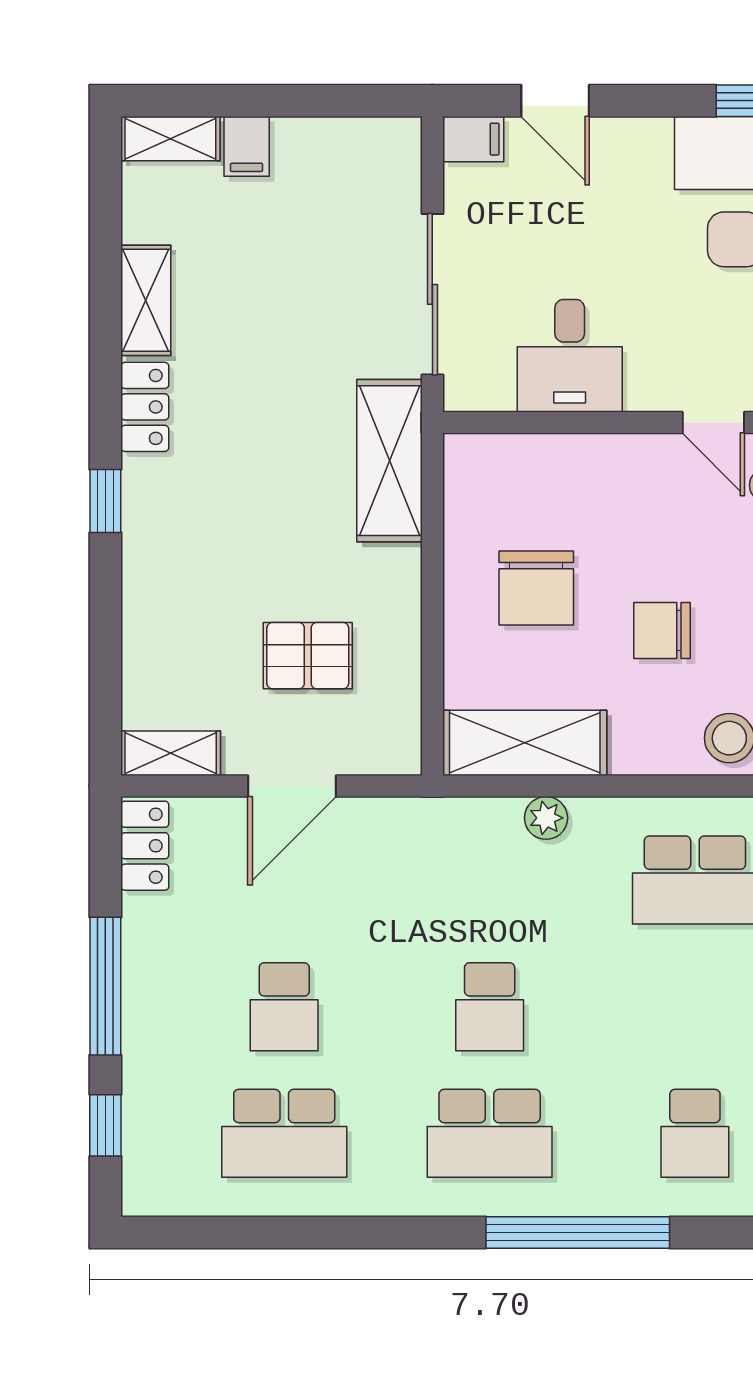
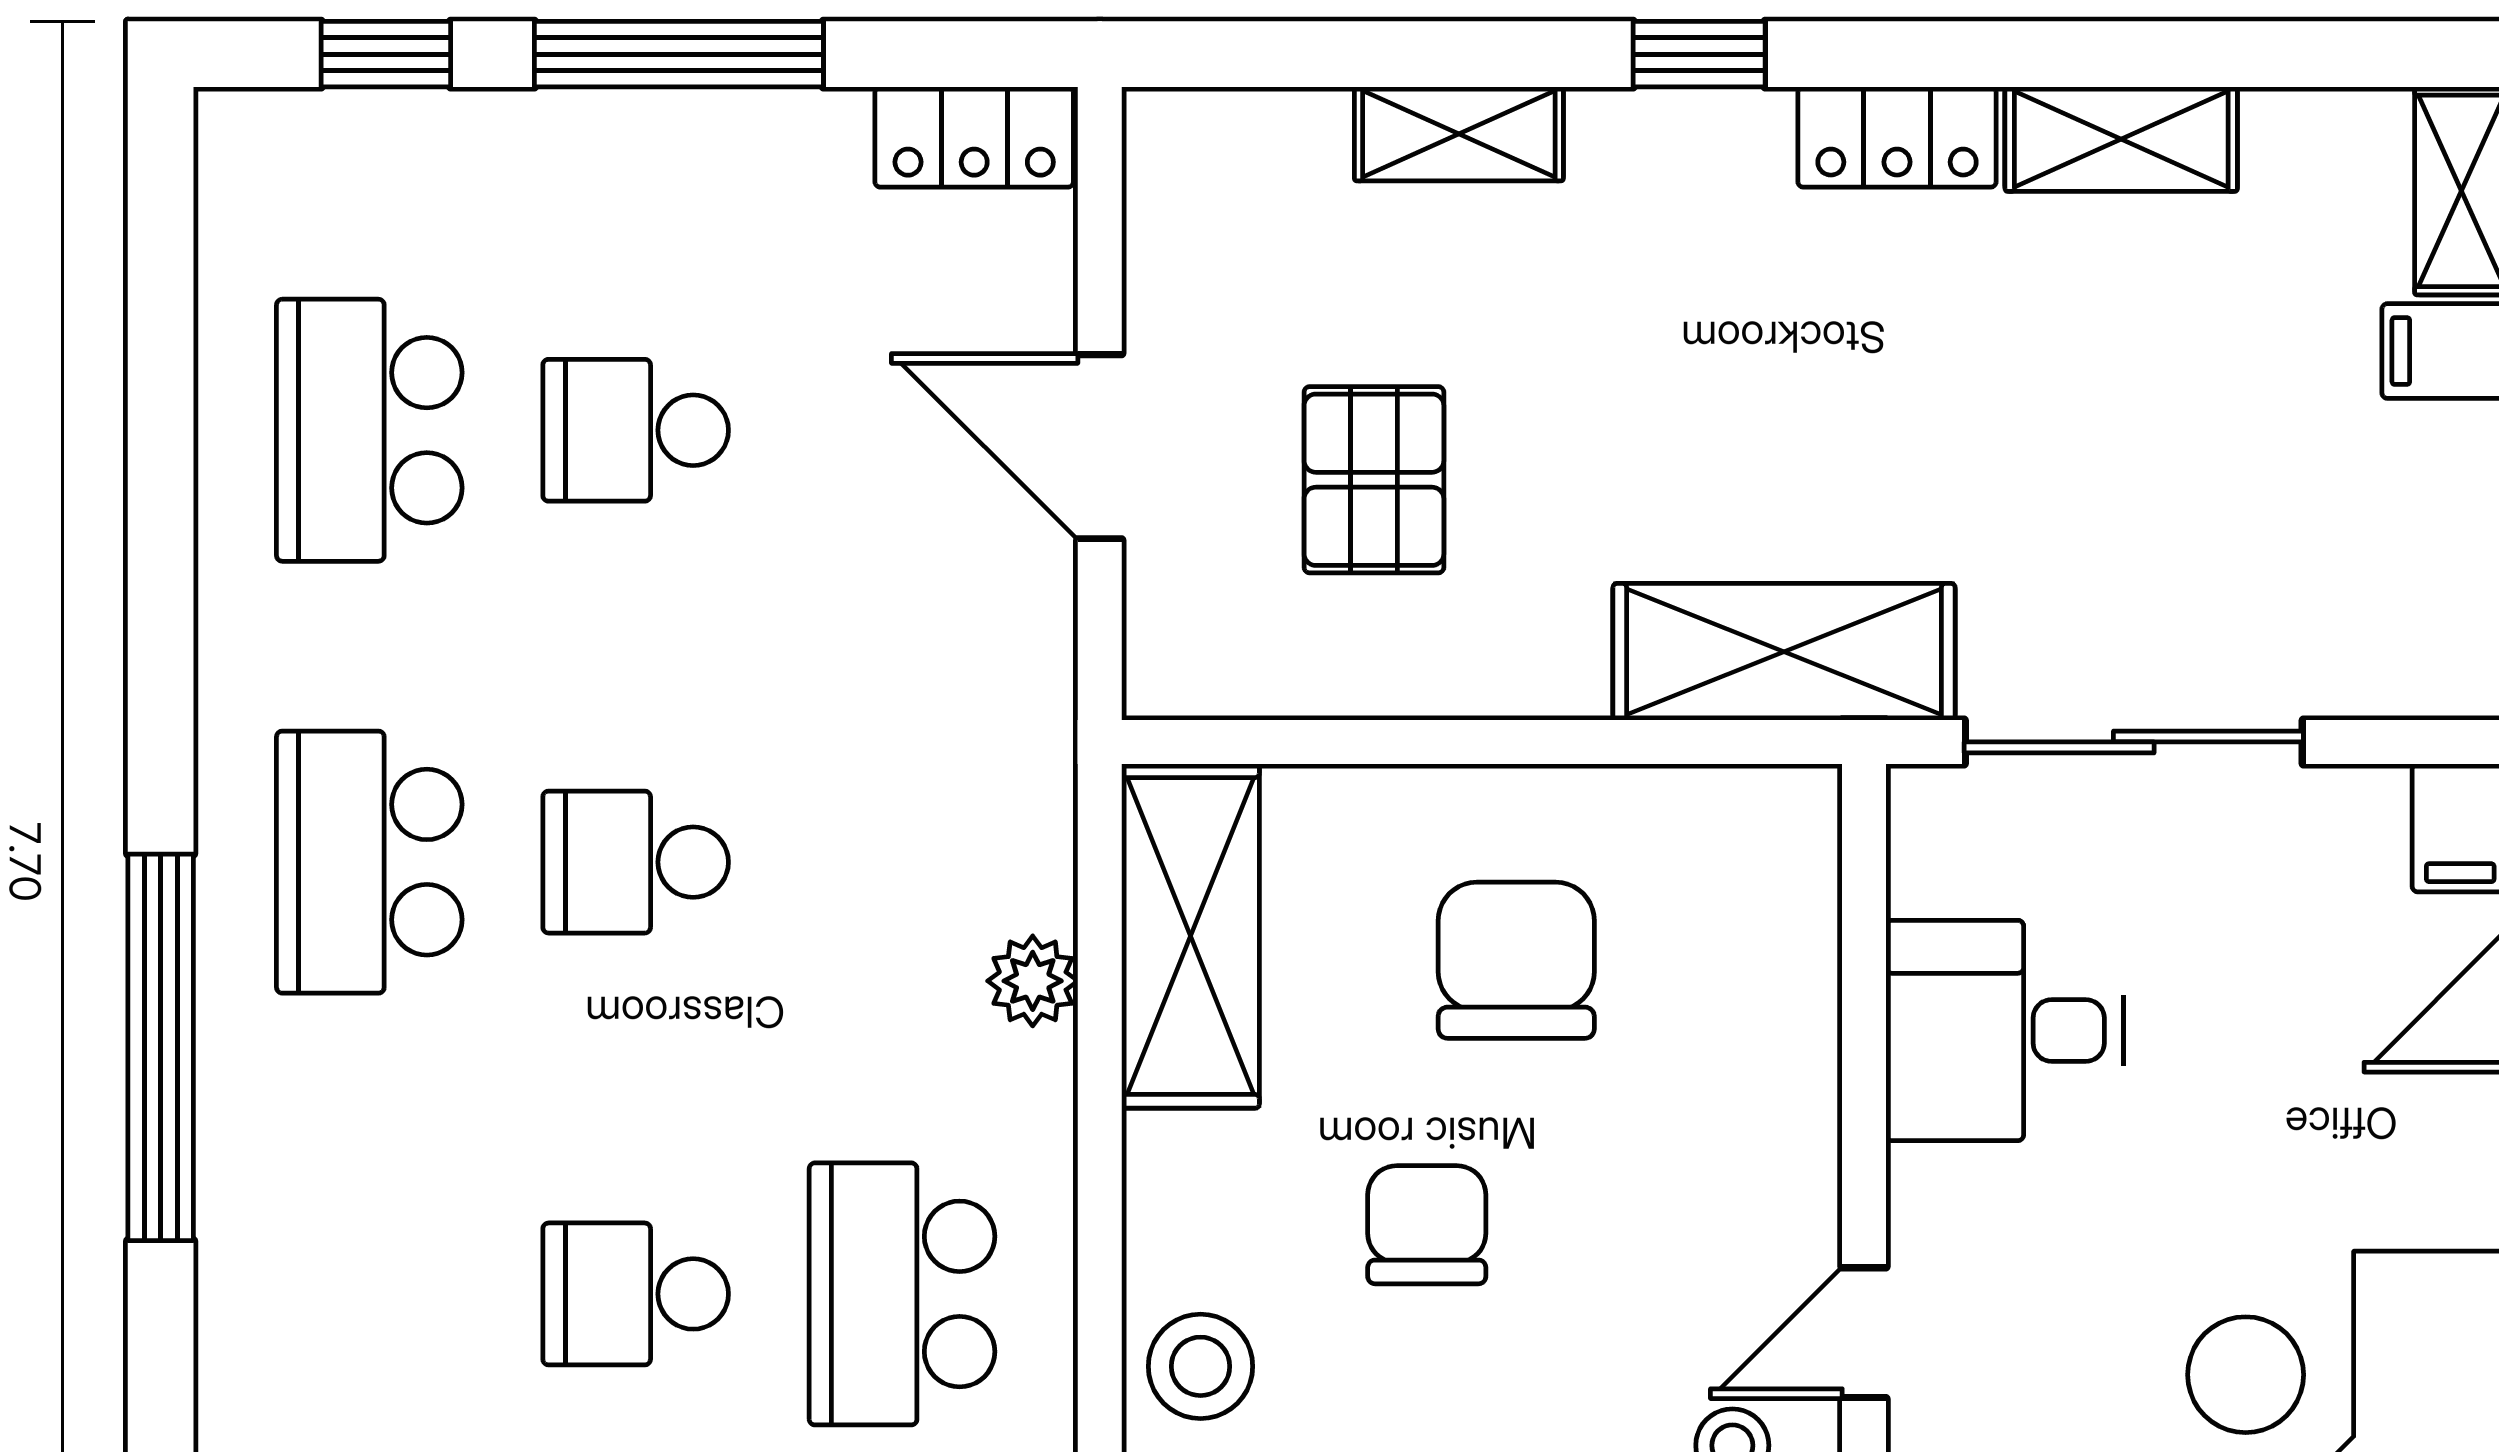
chair: (536, 588) -> (1516, 960), turned 90
shelving: (171, 753) -> (1459, 134), moved, turned 90
school desk: (695, 1133) -> (636, 1294), moved

